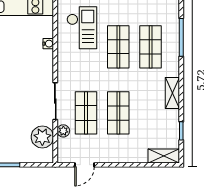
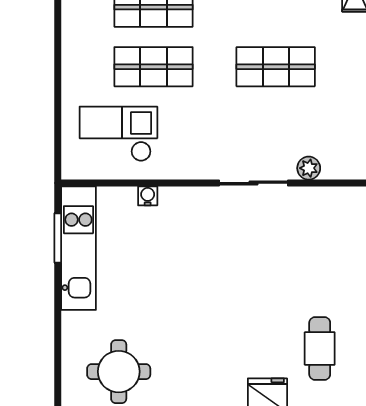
shop shelf: (86, 113) -> (276, 126), removed
plant: (42, 137) -> (320, 207), removed

